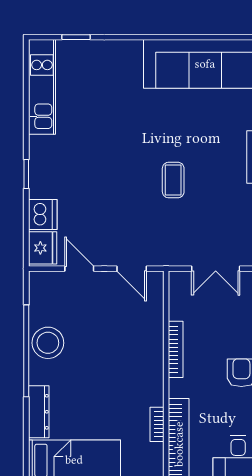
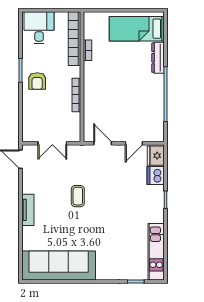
door: (79, 269) -> (134, 143), hinge flipped
double door: (216, 269) -> (52, 143), swing flipped
stool: (48, 343) -> (153, 99), removed

